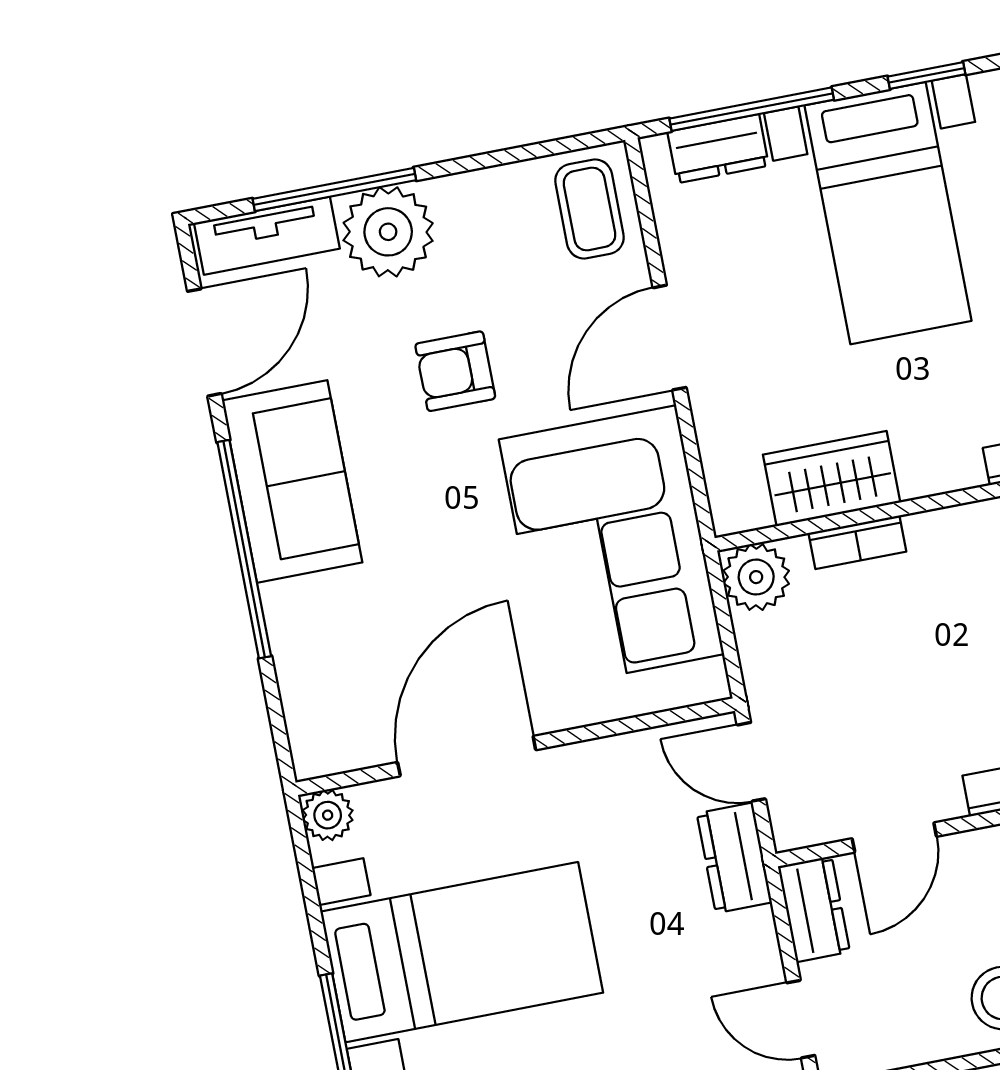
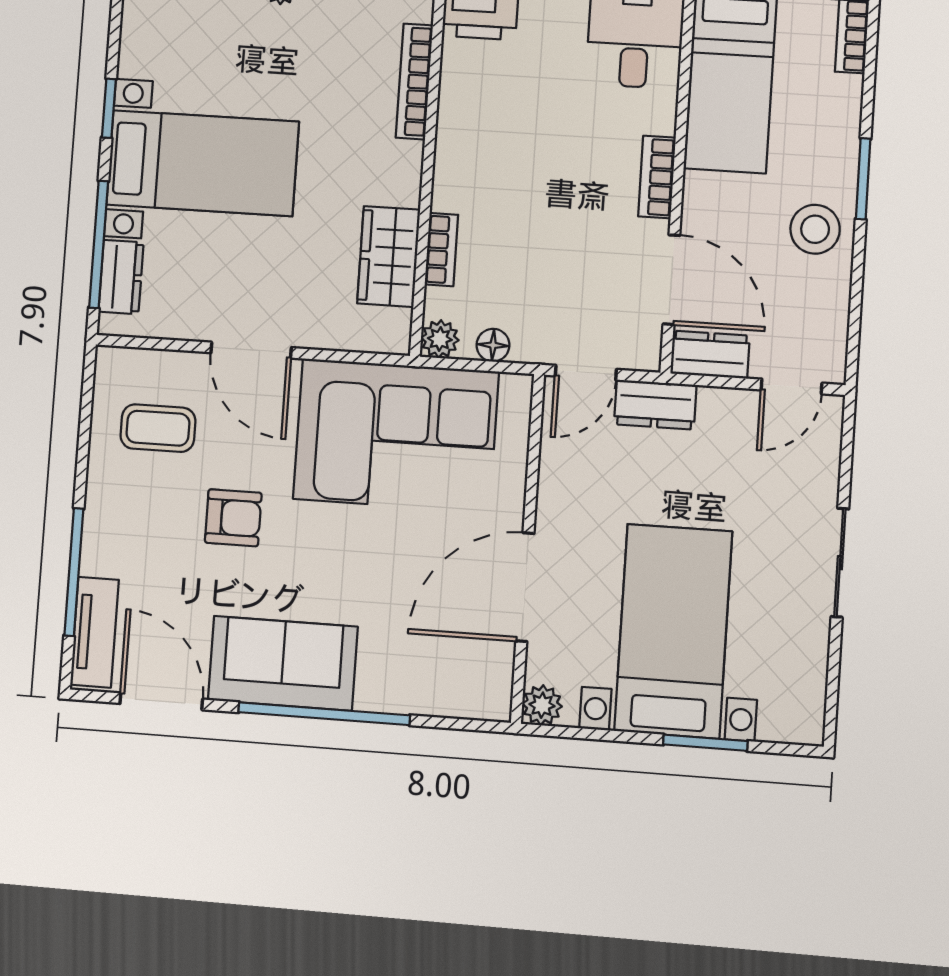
coffee table: (590, 209) -> (158, 428), moved
plant: (388, 232) -> (116, 540), removed
armchair: (455, 371) -> (233, 518), turned -90
plant: (756, 577) -> (440, 339), width x0.73, depth x0.73
floor lamp: (755, 638) -> (493, 345), added
door: (467, 756) -> (525, 587), hinge flipped
door: (894, 838) -> (671, 280), width x1.38

